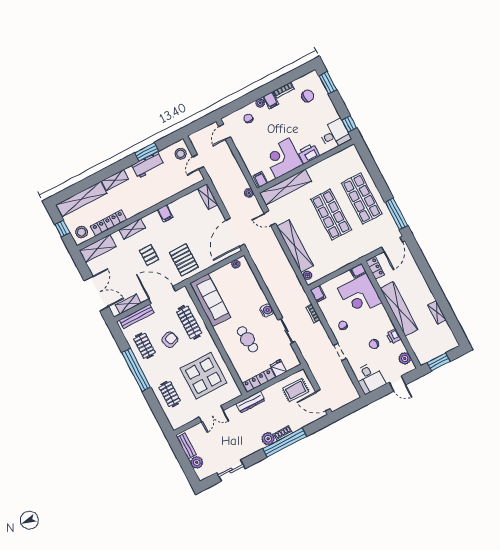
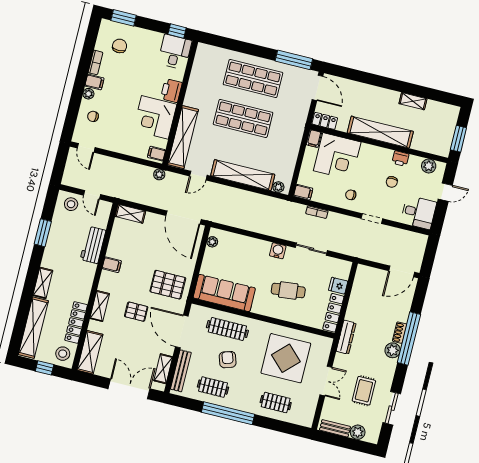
workbench: (148, 165) -> (93, 245), moved, turned 180
door: (162, 295) -> (182, 331), hinge flipped
rug: (296, 390) -> (364, 391), moved

